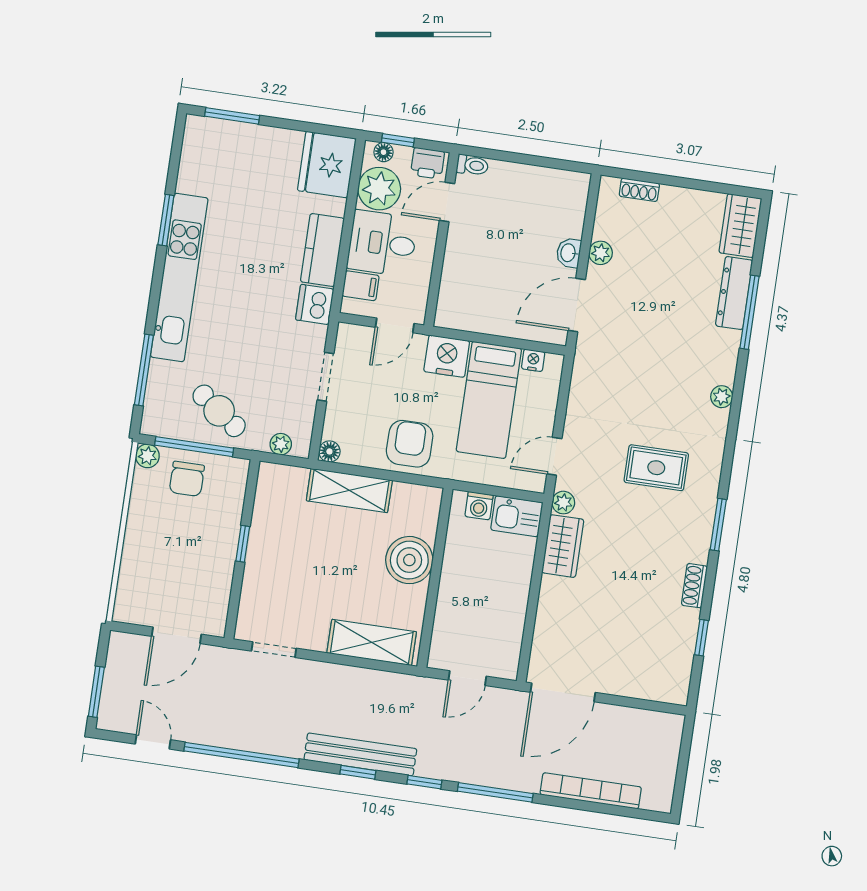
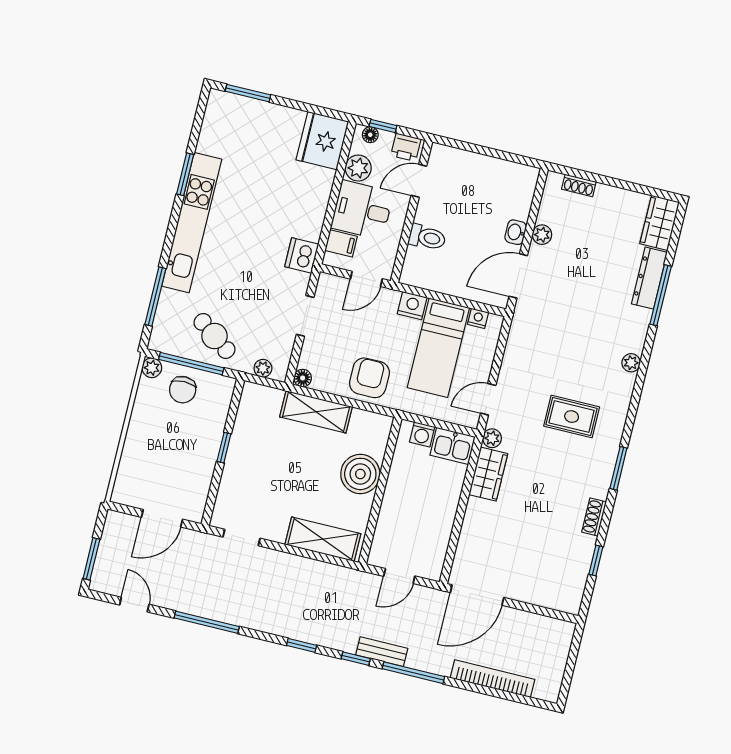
toilet: (472, 165) -> (427, 237), moved, width x1.37, depth x1.39
plant: (379, 189) -> (358, 168), width x0.73, depth x0.73
kitchen counter: (322, 250) -> (312, 211), removed
nightstand: (447, 356) -> (412, 306), width x0.74, depth x0.75
bench: (360, 754) -> (382, 652), moved, width x0.54, depth x0.82
window: (242, 755) -> (207, 622), width x0.68

